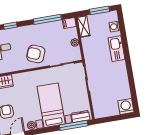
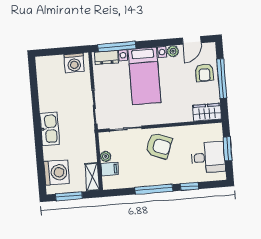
window: (47, 19) -> (154, 189), moved
filing cabinet: (69, 23) -> (110, 169), moved
washing machine: (114, 27) -> (57, 172), width x1.89, depth x1.89
kitchen sink: (117, 49) -> (50, 129), moved
washing machine: (126, 107) -> (74, 63), moved

